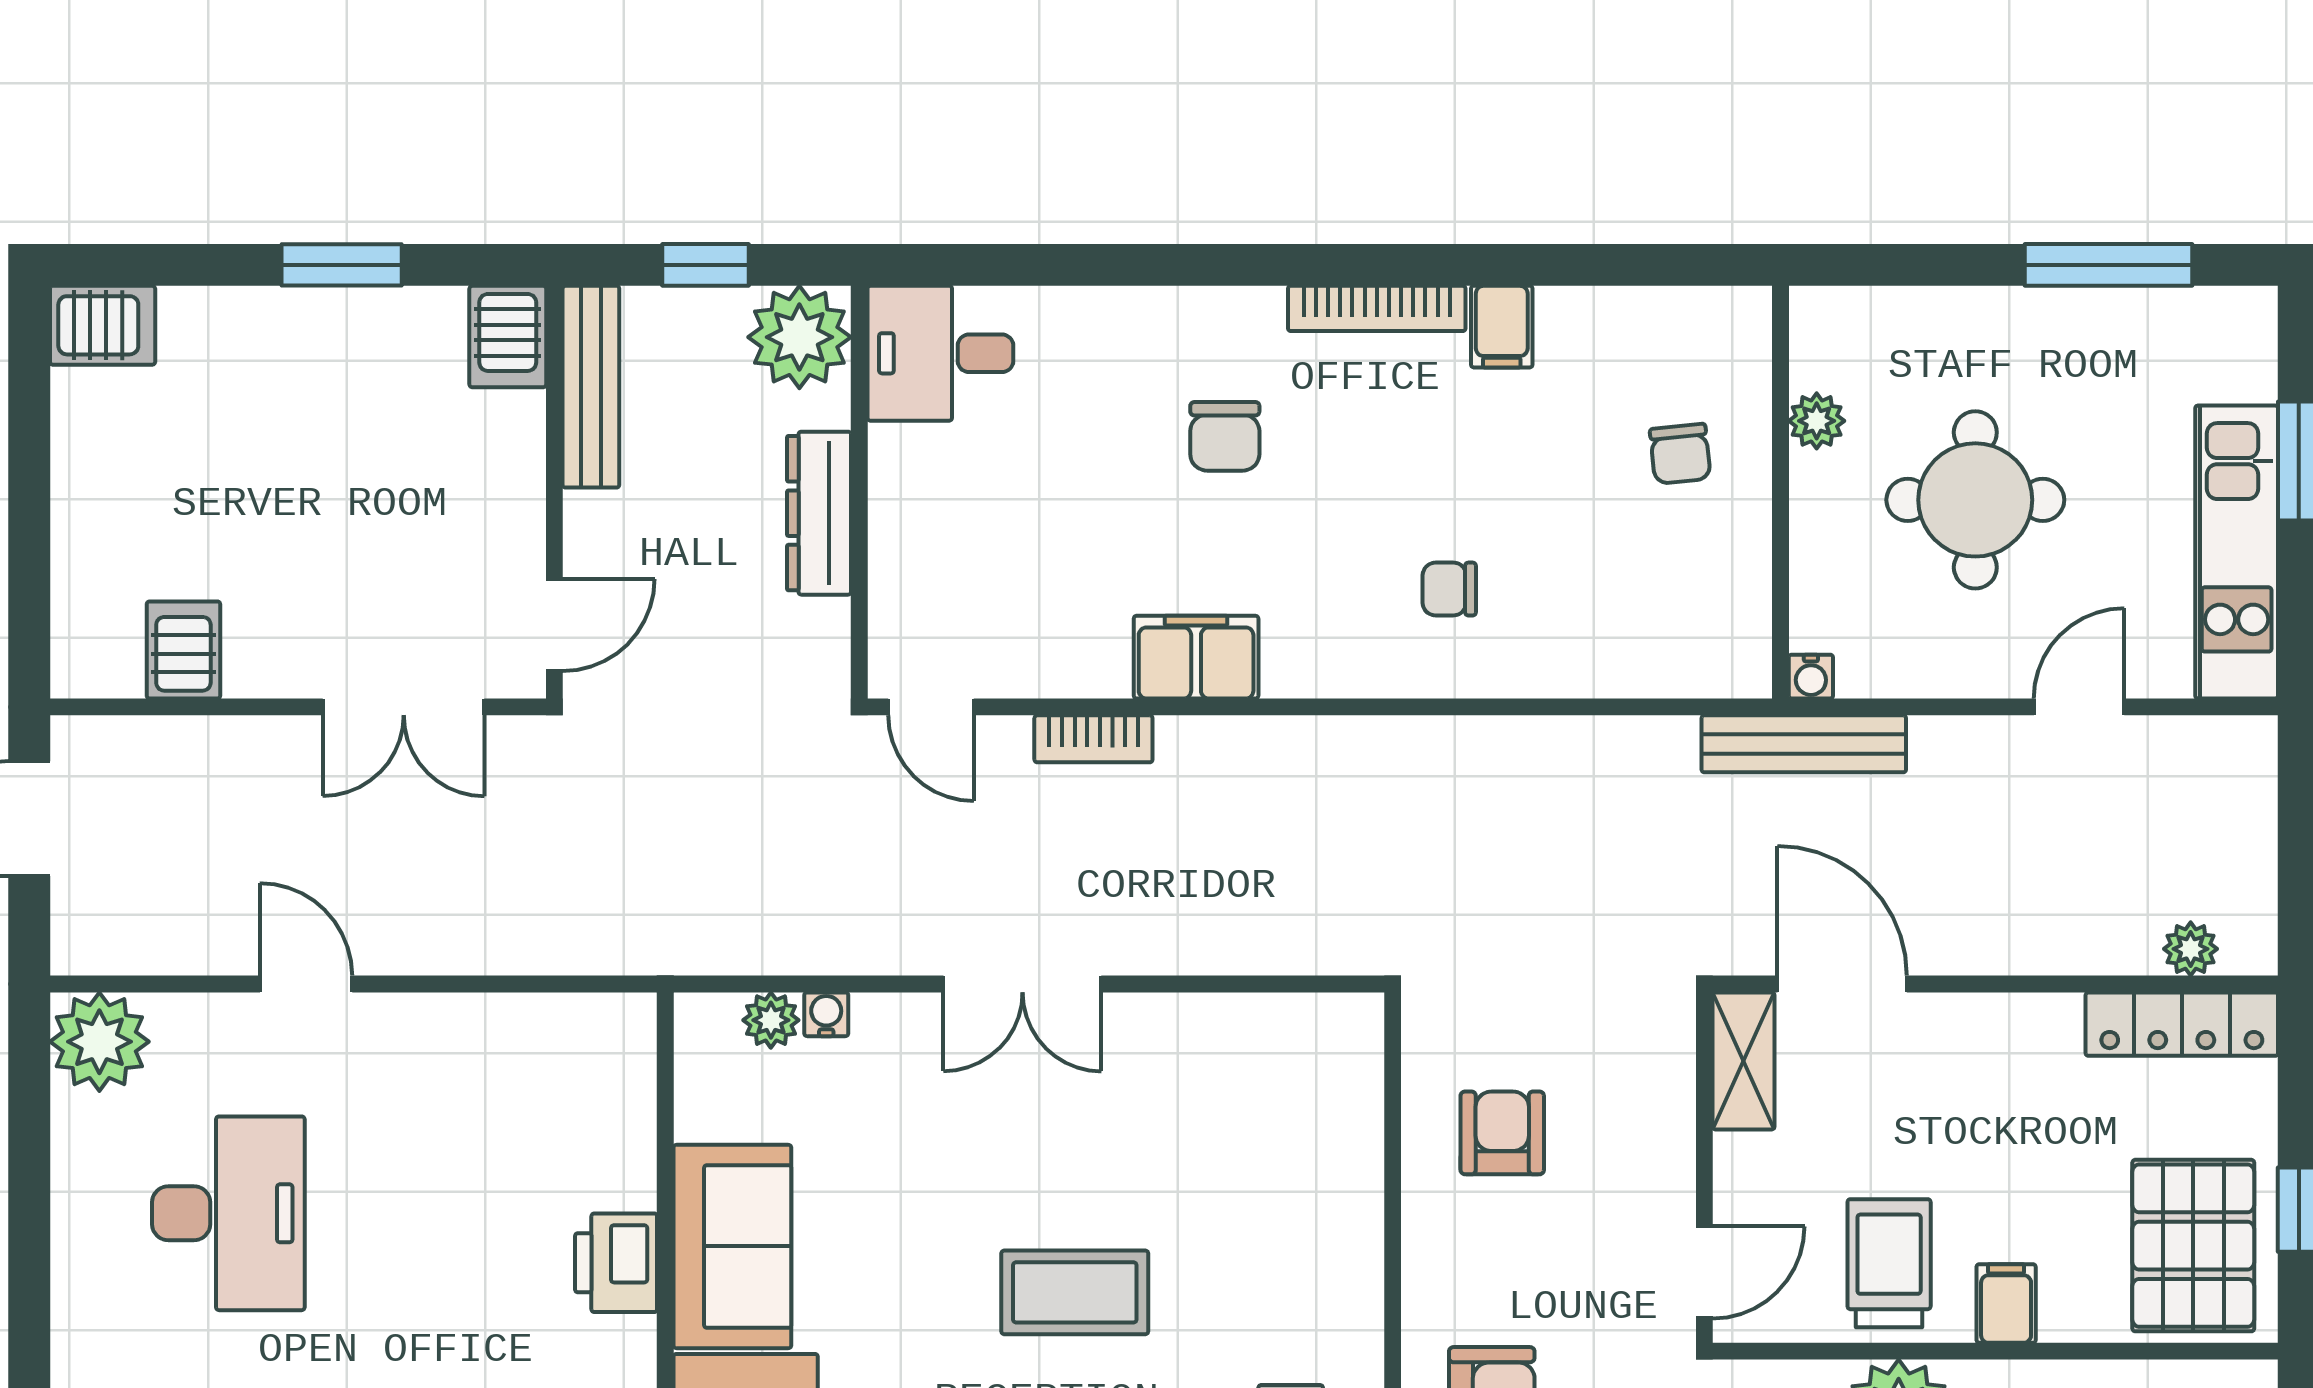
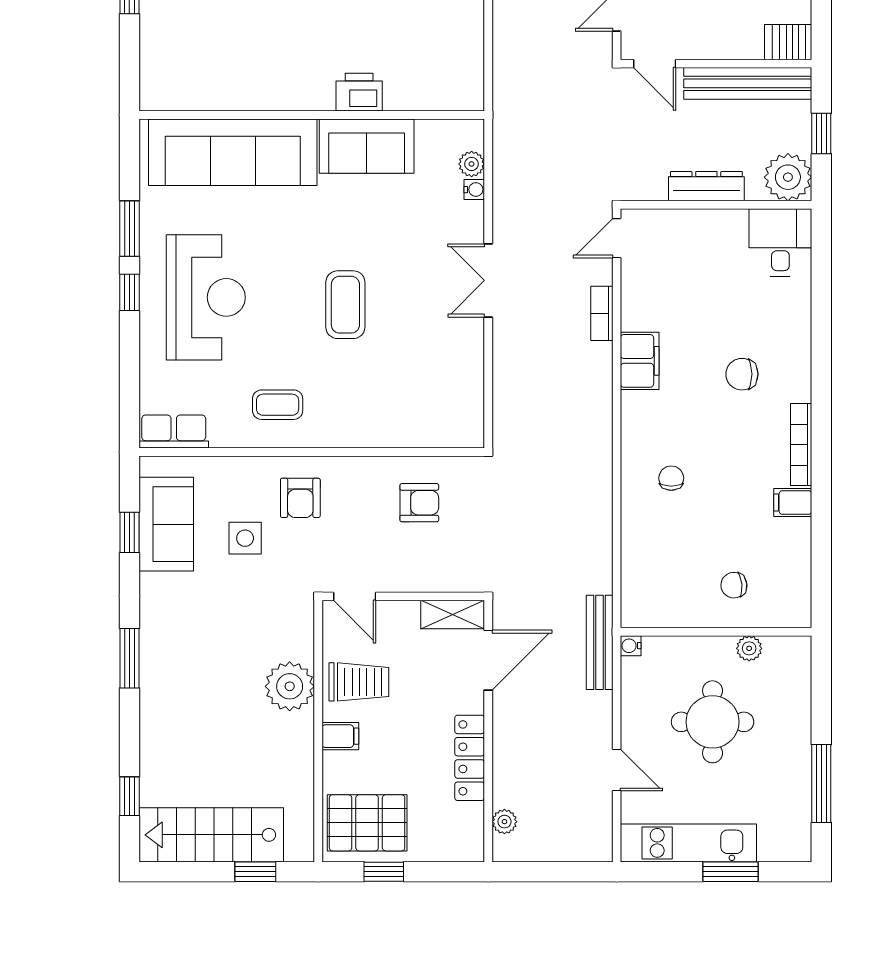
bench: (591, 387) -> (748, 83), width x1.37, depth x1.21
locker: (2182, 1024) -> (470, 758), moved

